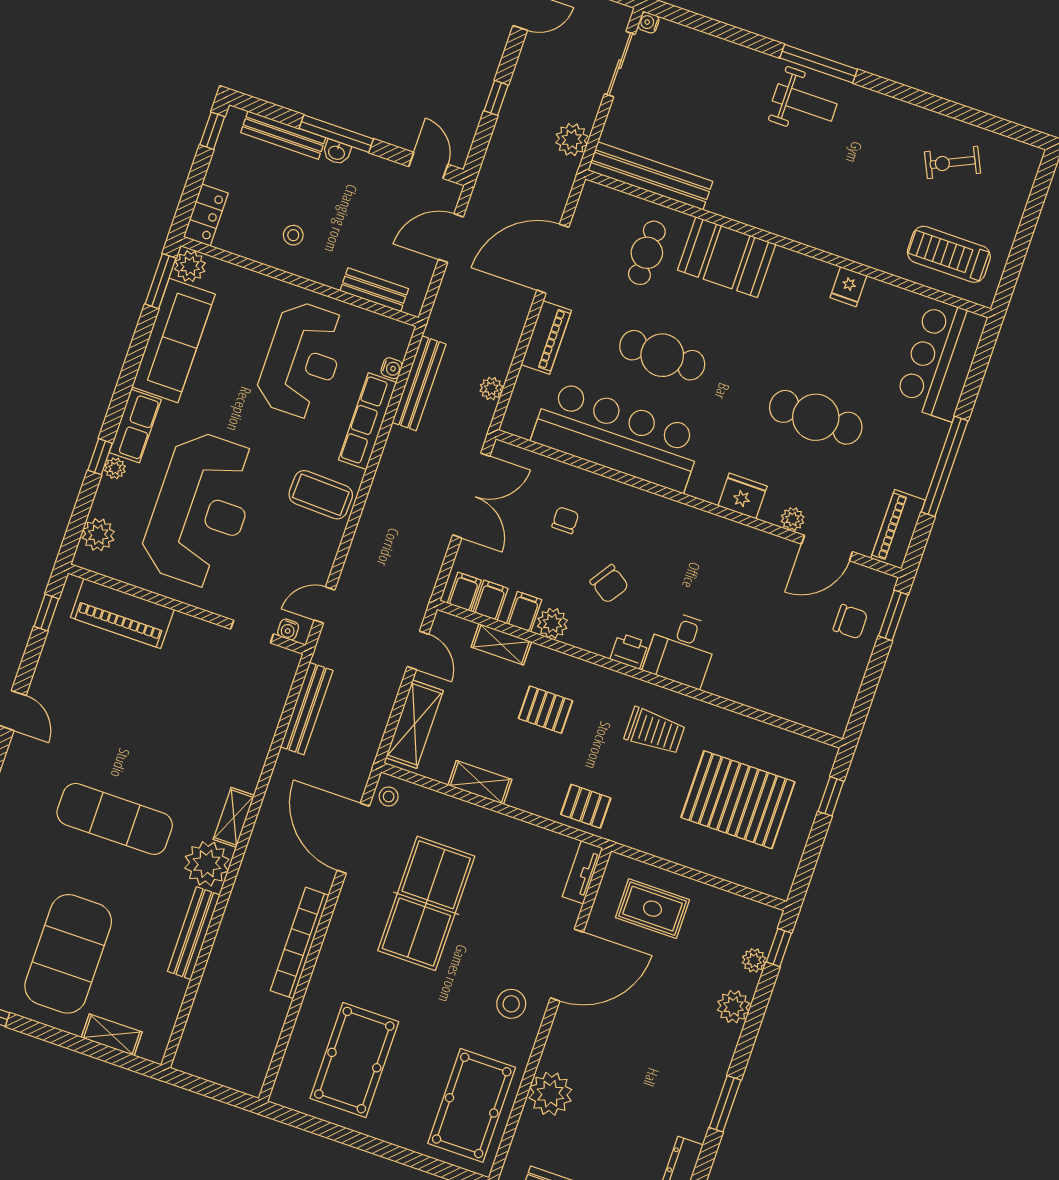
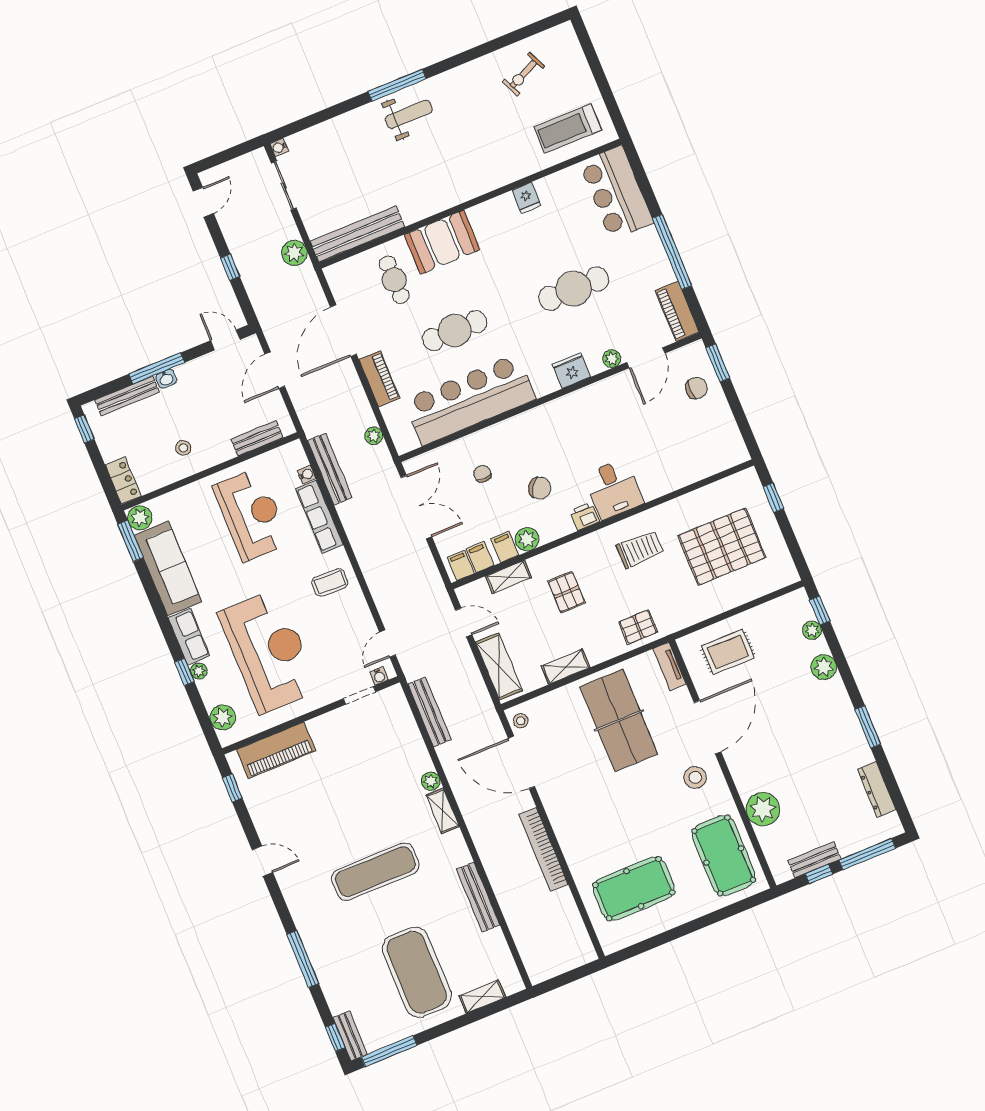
coffee table: (321, 495) -> (330, 582), width x0.73, depth x0.77
pallet: (546, 710) -> (567, 592), turned 90
plant: (207, 864) -> (431, 781), moved, width x0.53, depth x0.53
table tennis table: (426, 903) -> (619, 720), moved
pool table: (354, 1060) -> (634, 889), turned 90

